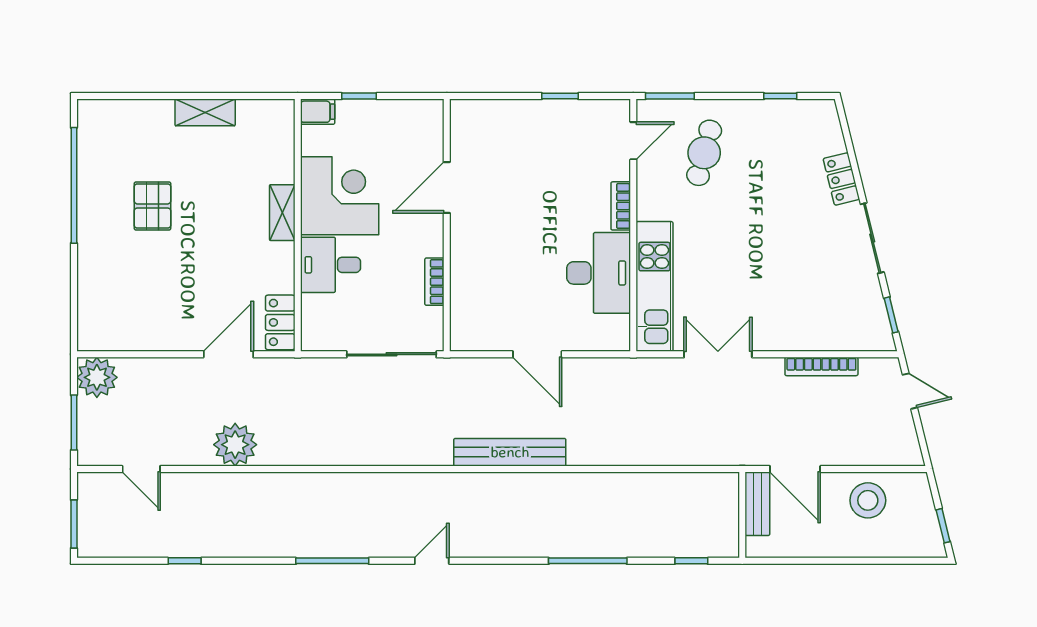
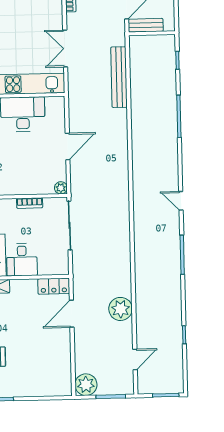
plant: (461, 340) -> (61, 188), added
door: (228, 354) -> (72, 314), hinge flipped
bench: (510, 452) -> (119, 77), moved

